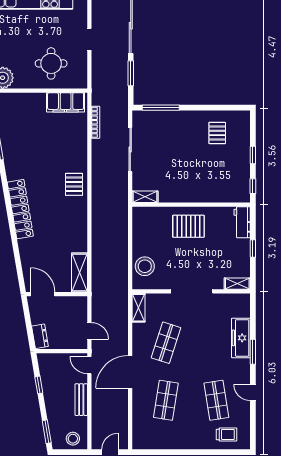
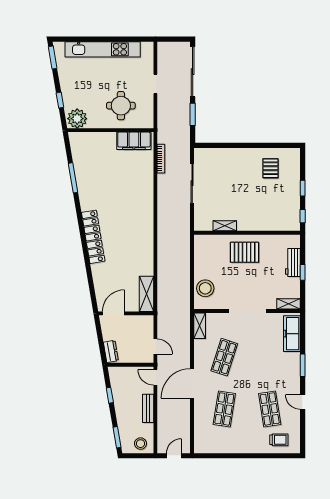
window: (161, 108) -> (220, 145), removed
pallet: (74, 184) -> (142, 215), removed
shelving: (145, 197) -> (225, 226), moved
workbench: (242, 222) -> (293, 263), moved
door: (43, 294) -> (113, 313), hinge flipped
freezer: (241, 338) -> (292, 334), moved

